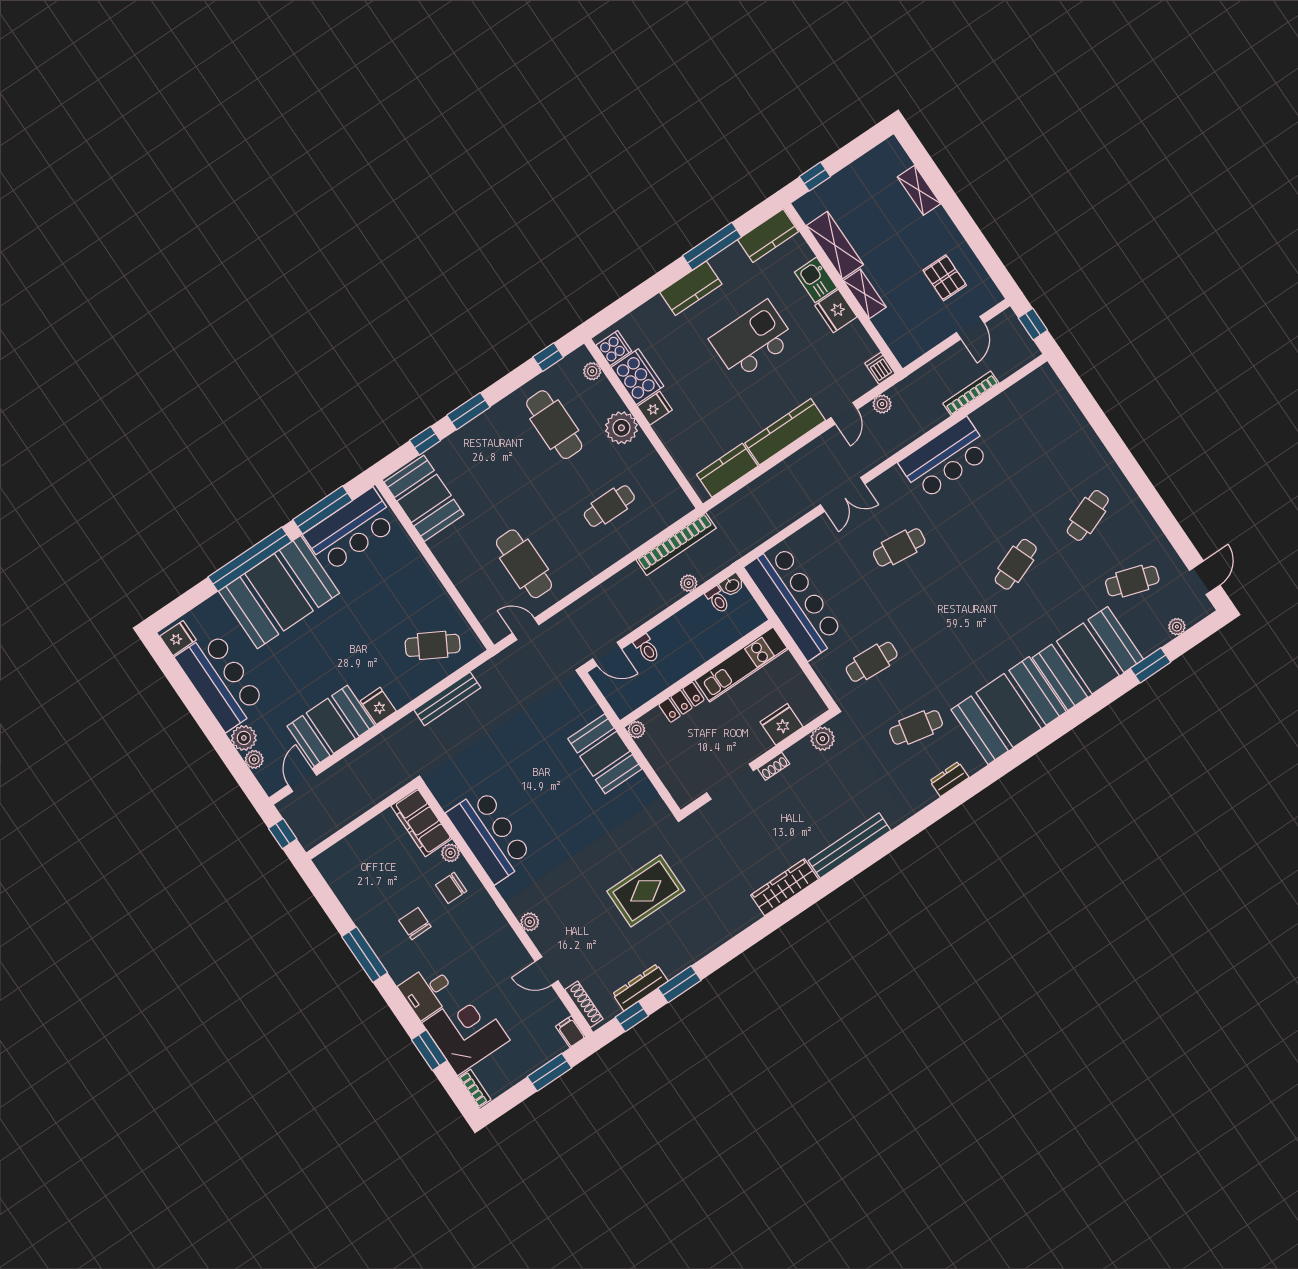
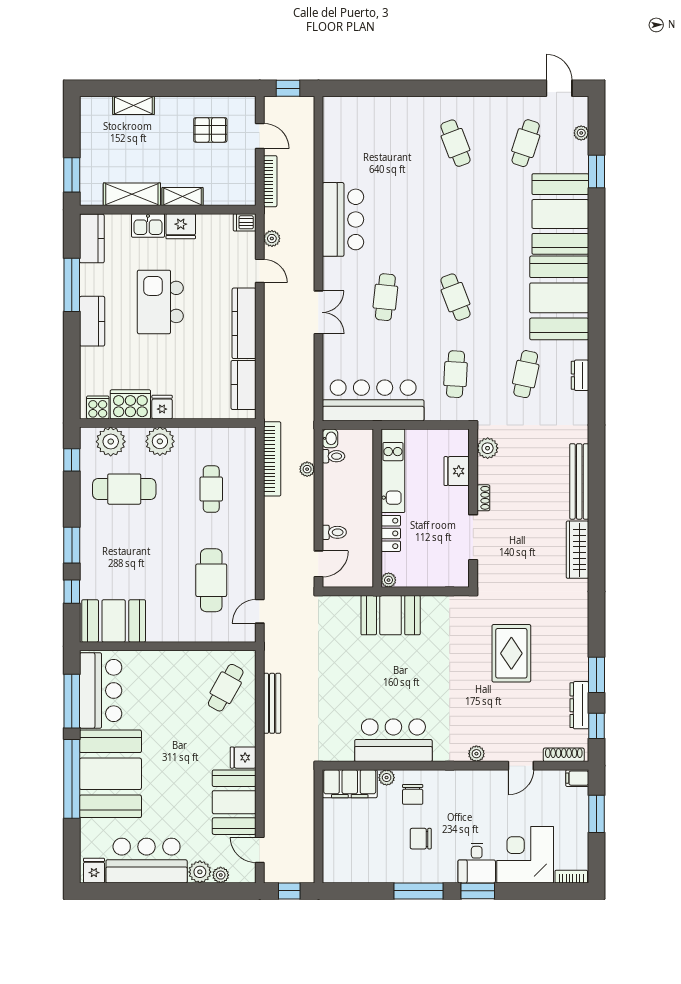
window: (815, 177) -> (72, 175), width x1.50
plant: (592, 371) -> (111, 442), width x1.87, depth x1.87
bookcase: (971, 393) -> (270, 181), moved, turned 180
cafe table: (524, 564) -> (211, 580), turned 90
cafe table: (1016, 564) -> (456, 297), moved
window: (429, 1050) -> (478, 891), moved

